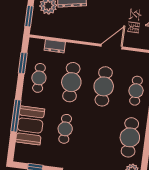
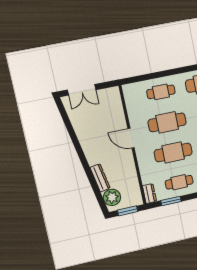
dresser: (55, 46) -> (149, 194), moved
door: (112, 47) -> (131, 138), moved

